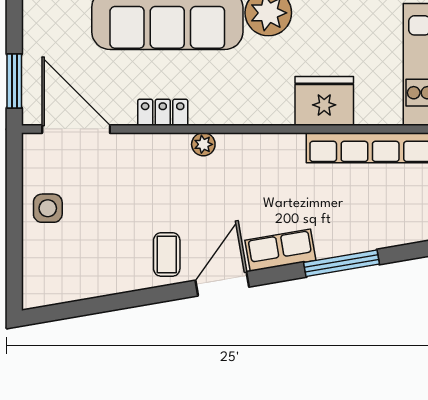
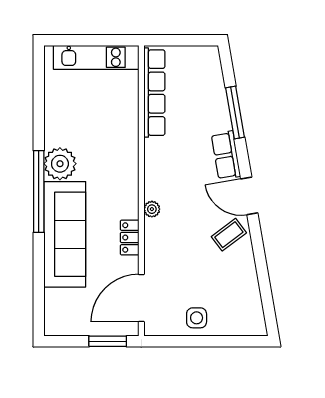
fridge: (324, 101) -> (122, 125), removed
coffee table: (167, 254) -> (229, 235), turned -37

